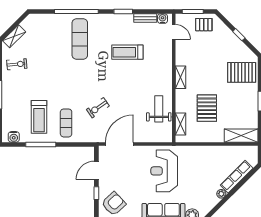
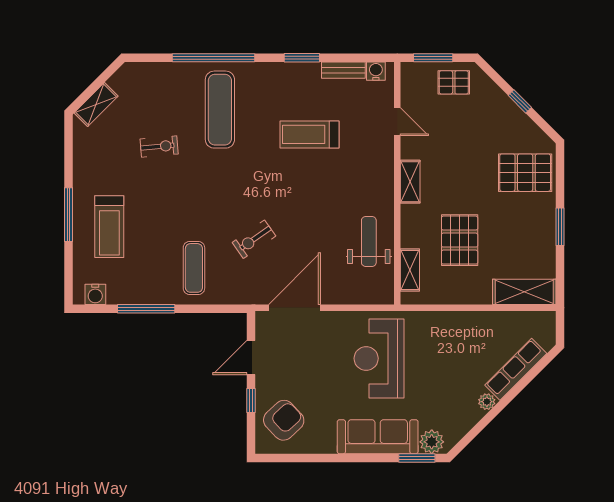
door: (174, 32) -> (397, 122), moved
exercise bike: (17, 64) -> (159, 146), moved
treadmill: (39, 117) -> (109, 227), moved

